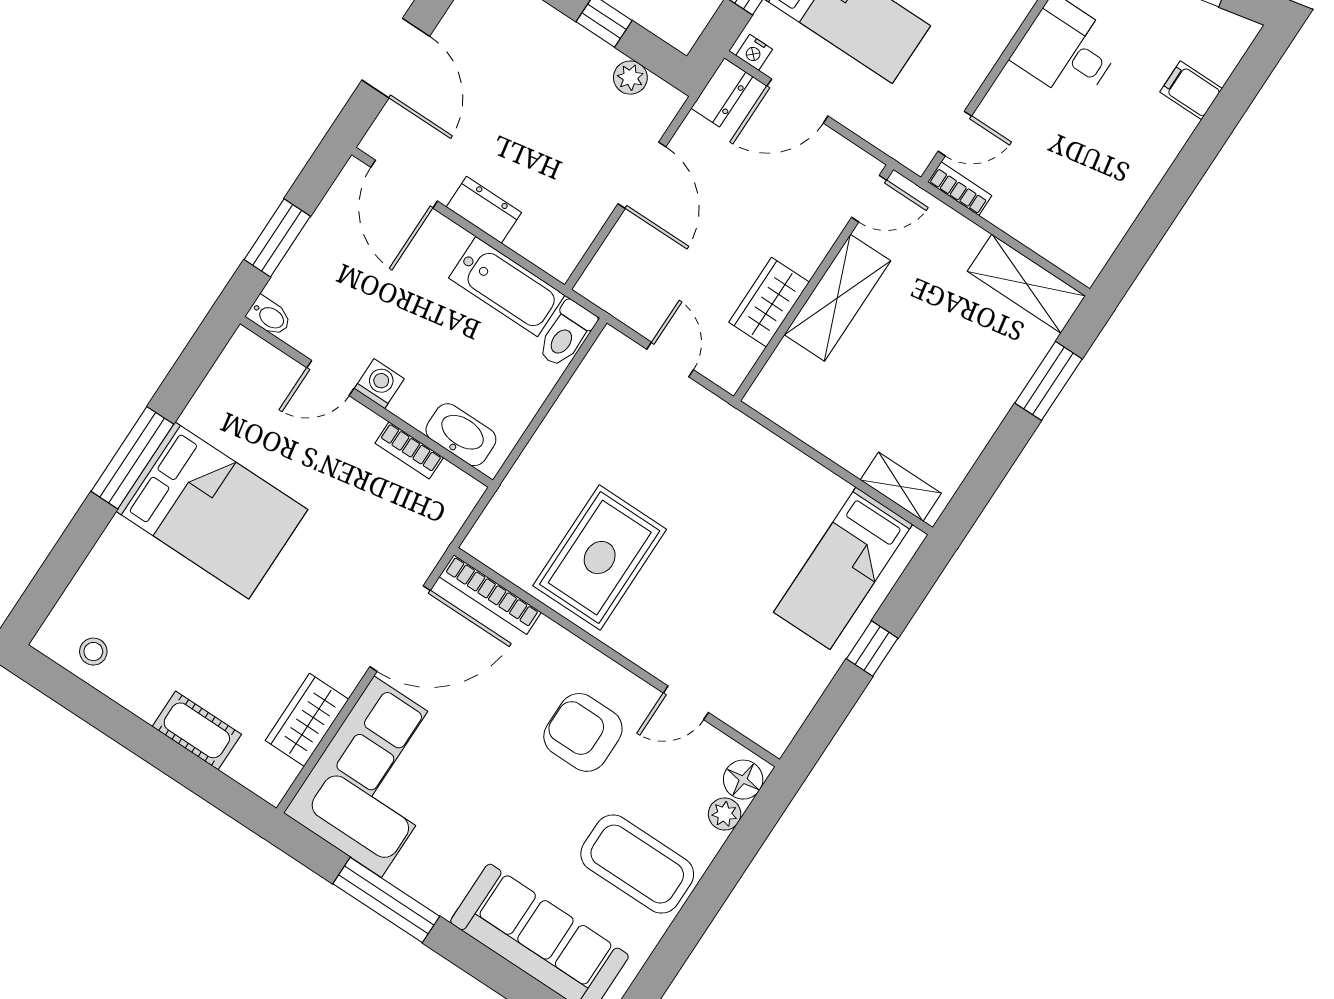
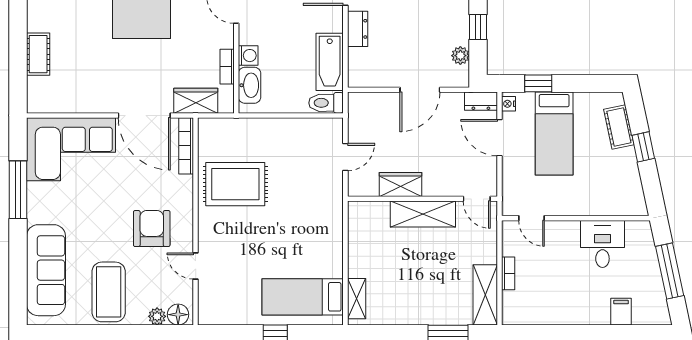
bookcase: (960, 189) -> (508, 273), moved
washing machine: (379, 384) -> (248, 56), moved
wardrobe: (307, 720) -> (196, 101), moved

